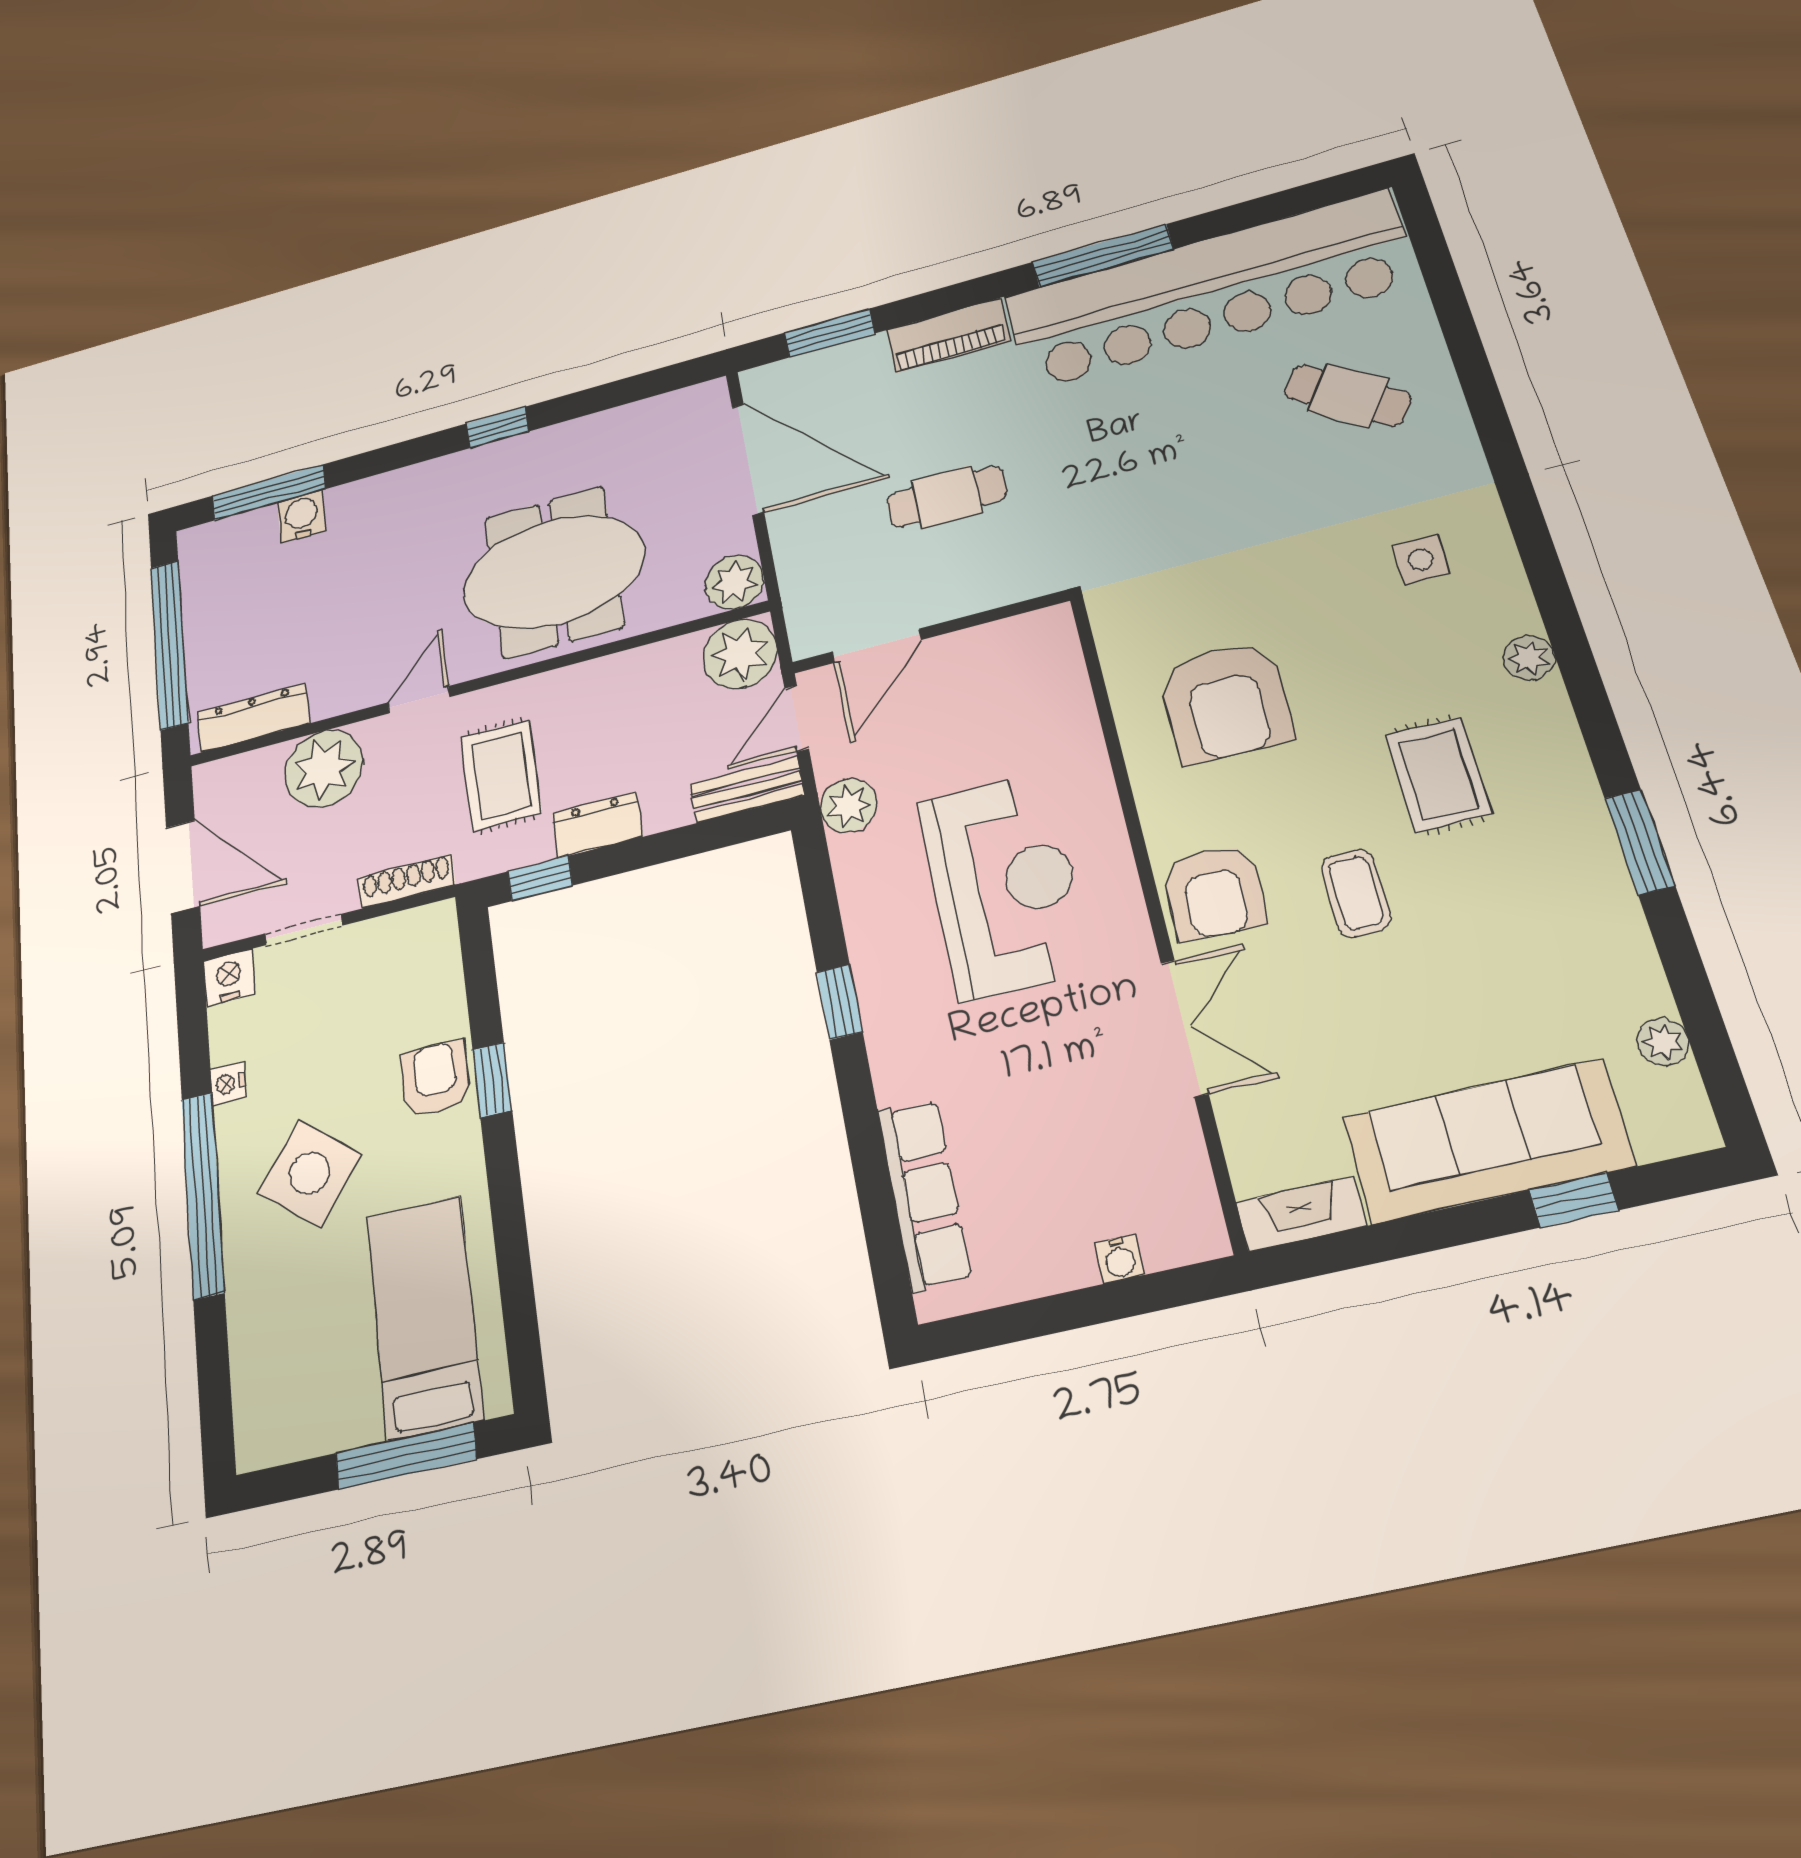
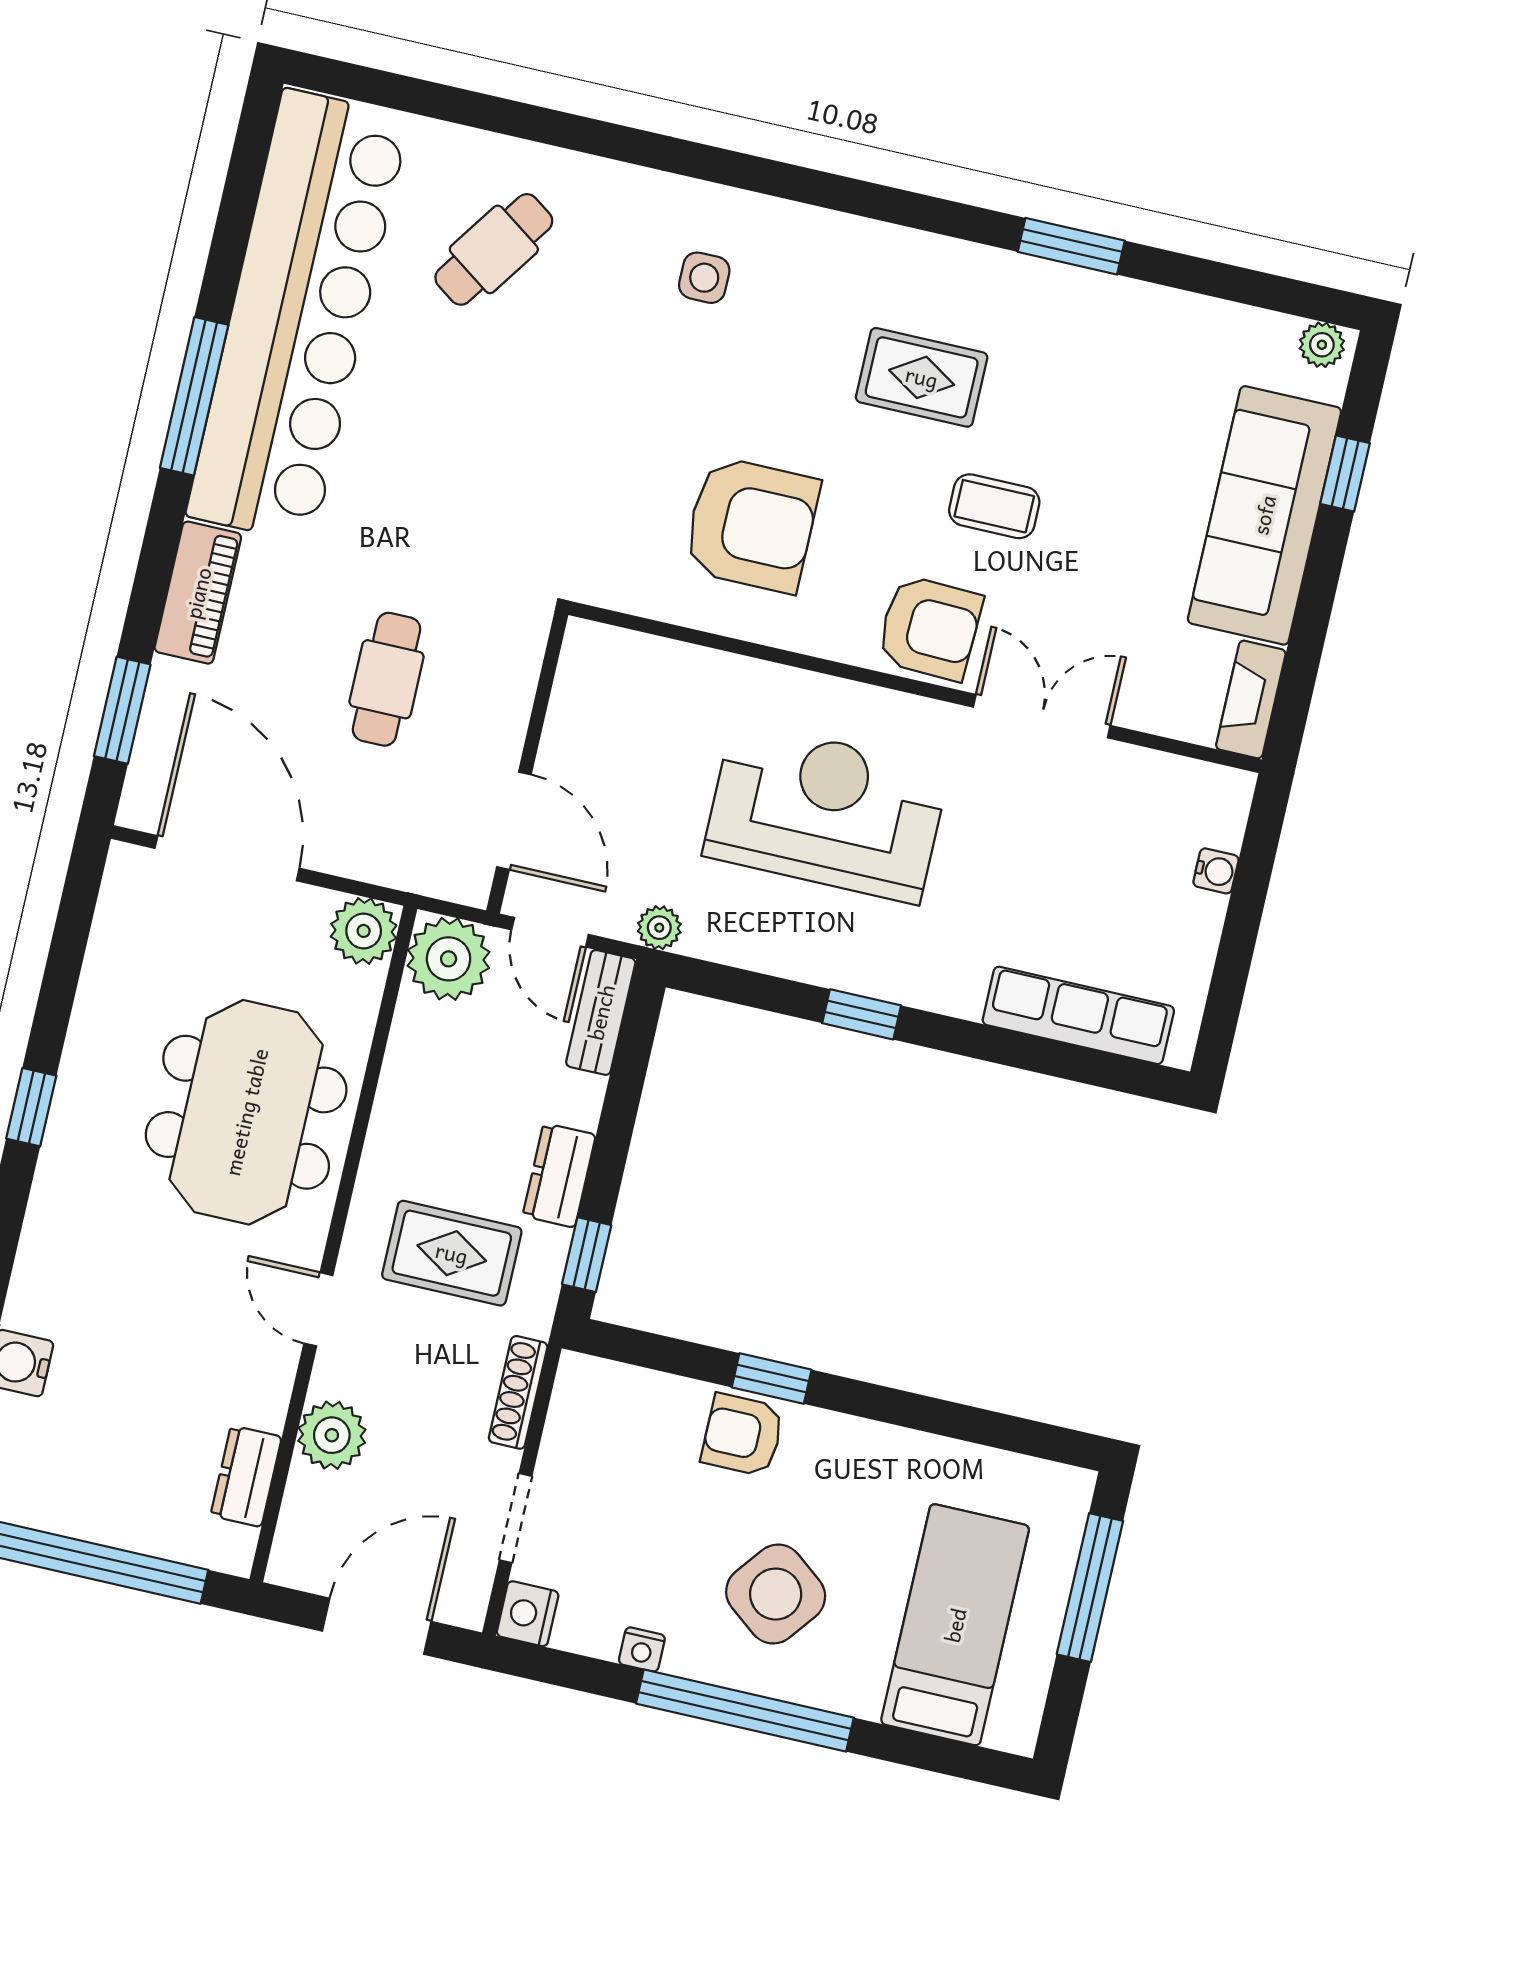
door: (748, 459) -> (227, 858), hinge flipped
plant: (1529, 658) -> (853, 239), removed
dresser: (253, 718) -> (246, 1476), width x0.70
plant: (324, 769) -> (332, 1435), width x0.73, depth x0.73
plant: (848, 805) -> (659, 928), width x0.73, depth x0.73
plant: (1663, 1042) -> (1322, 345), moved
bed: (424, 1317) -> (955, 1625), moved, turned 90

